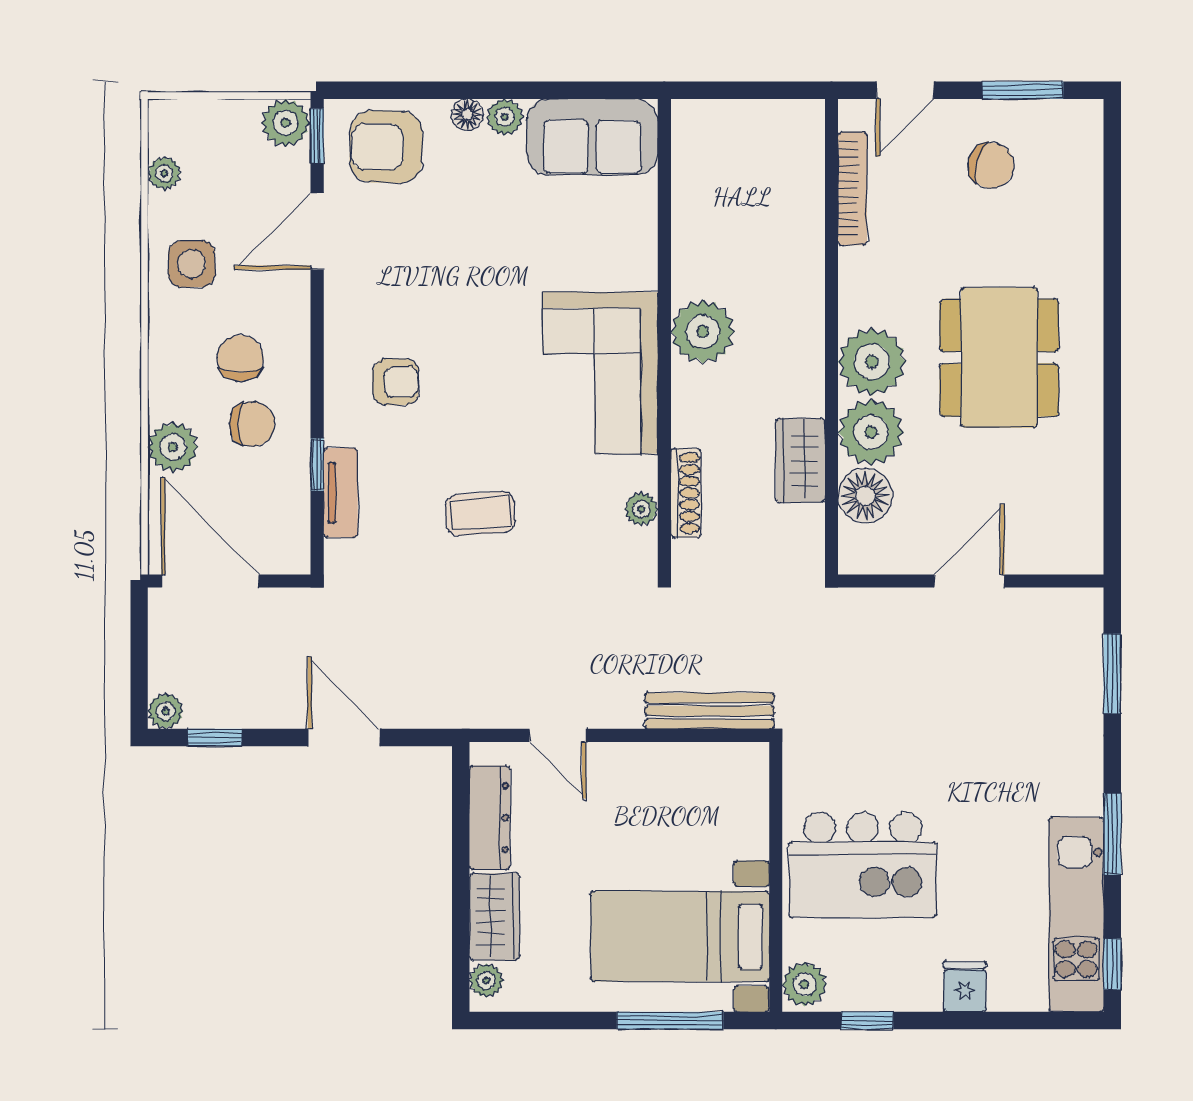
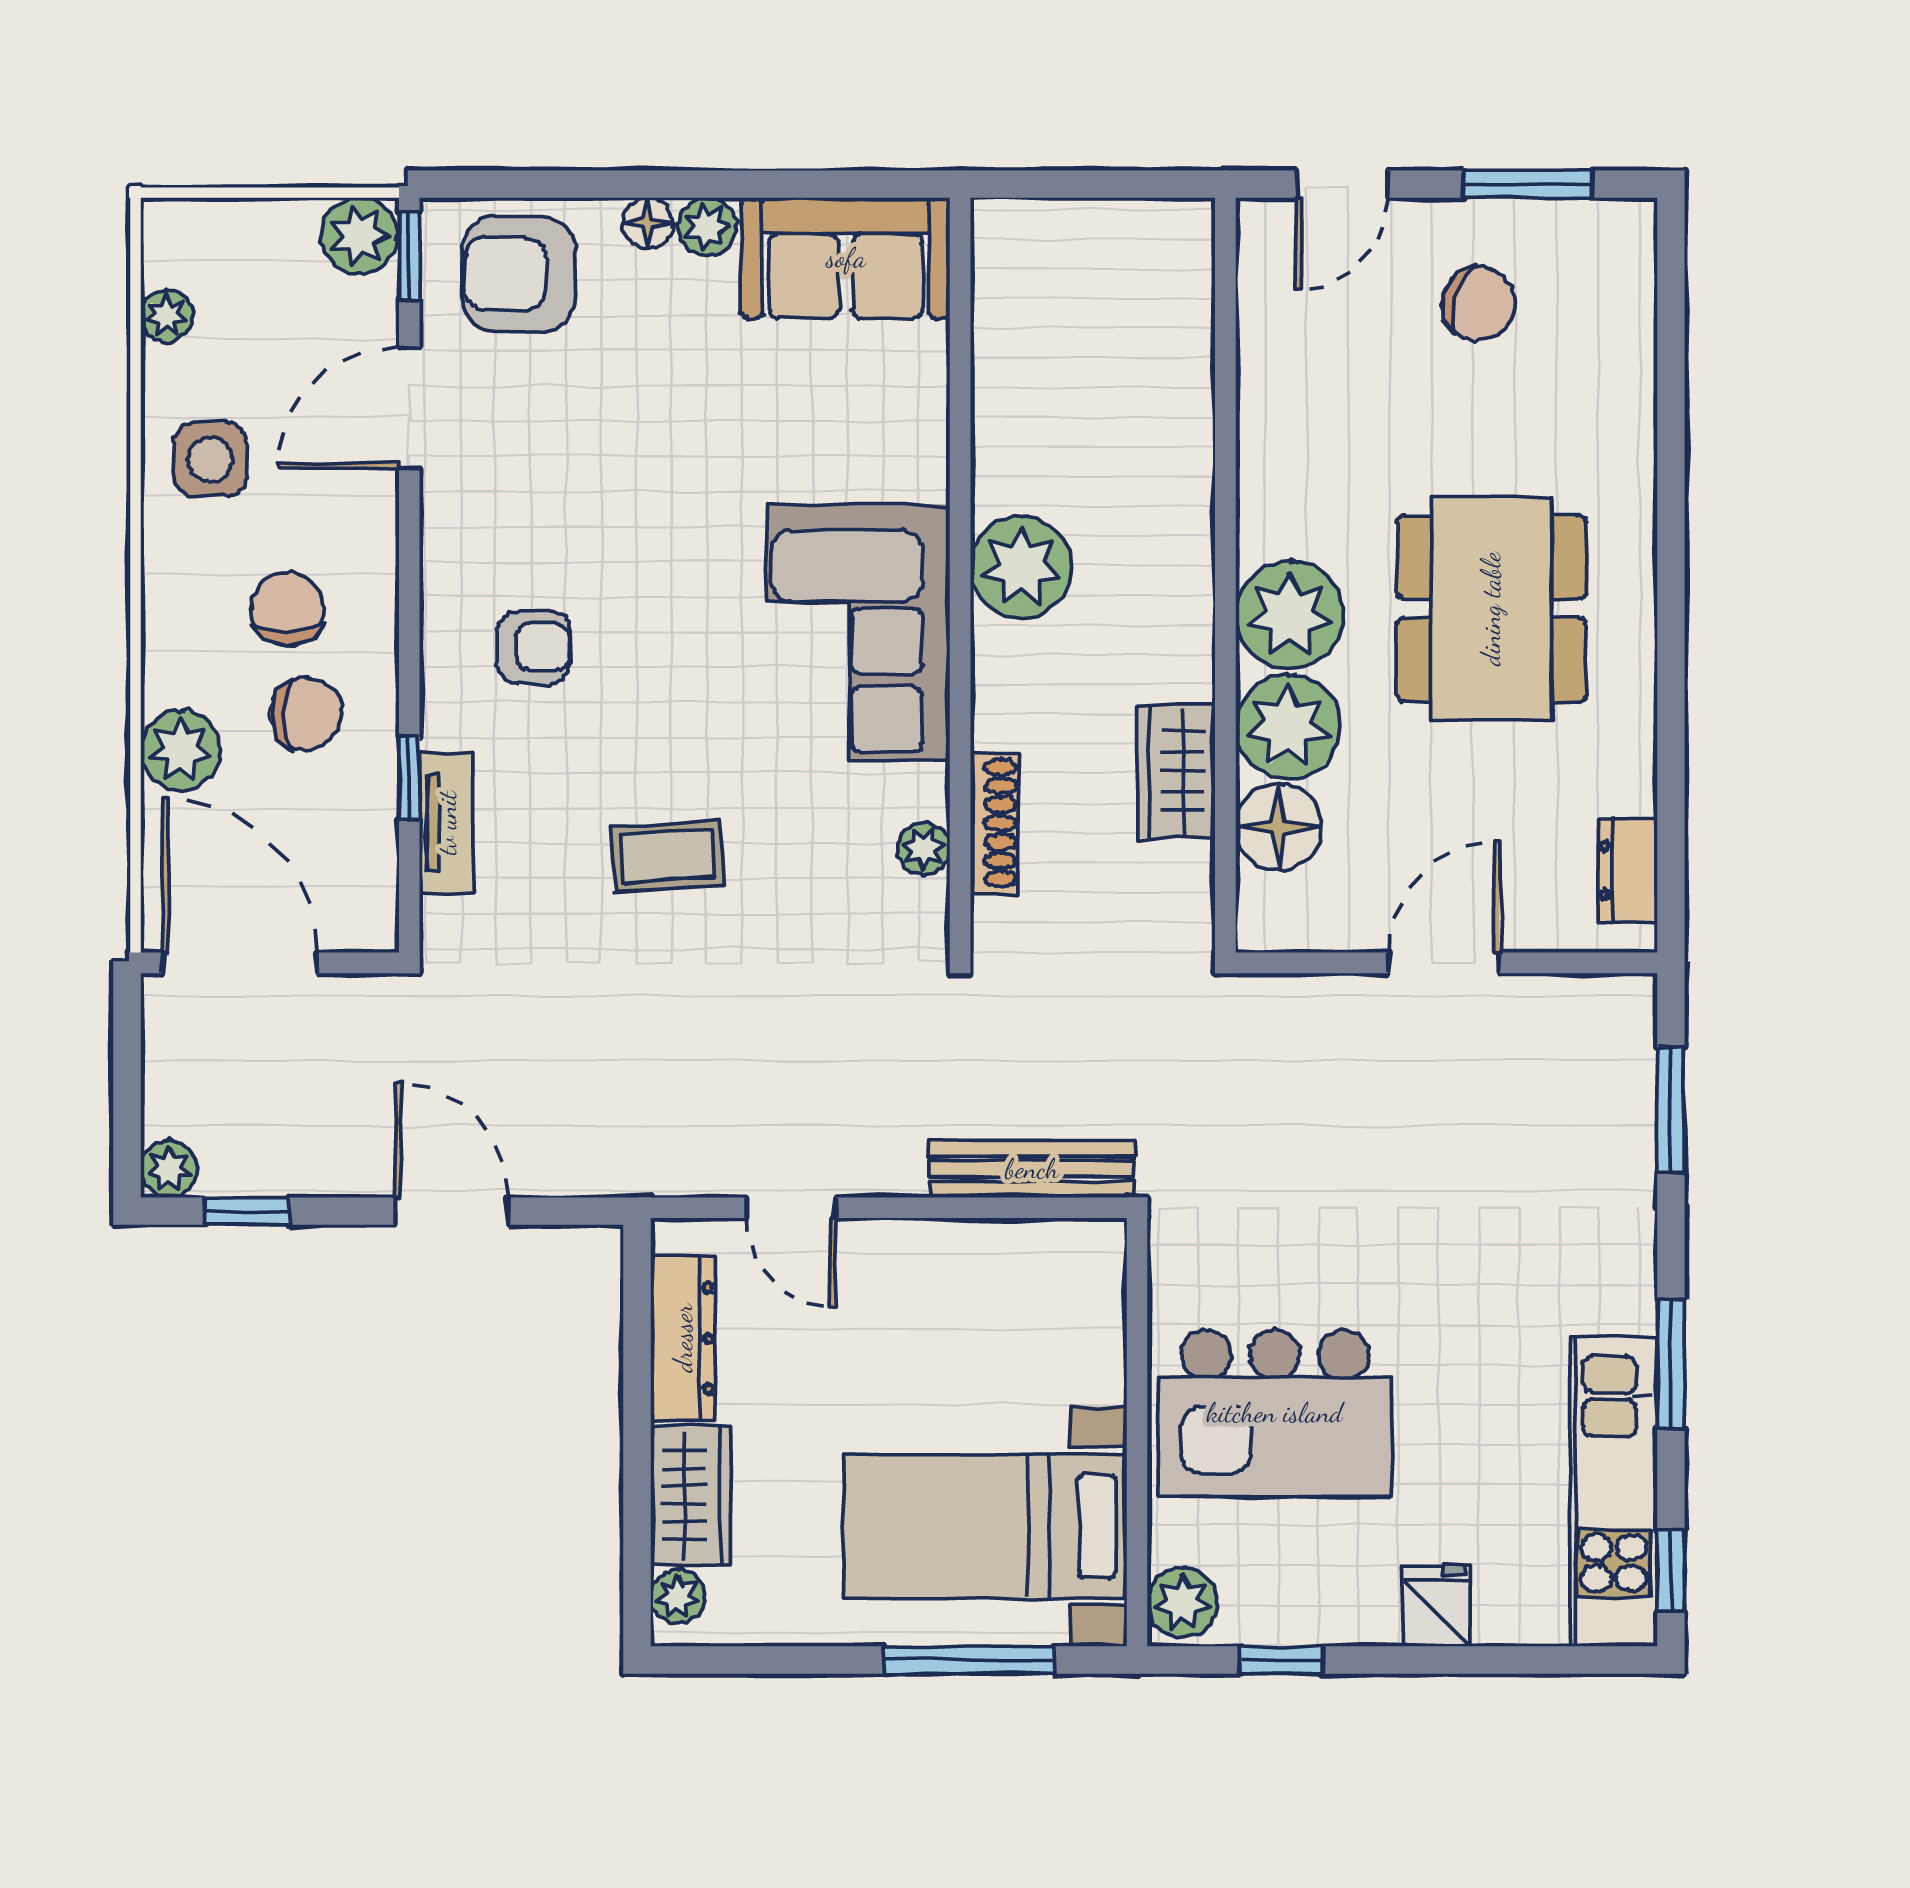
bookcase: (852, 188) -> (1259, 340), removed
dresser: (1085, 523) -> (1628, 870), added

